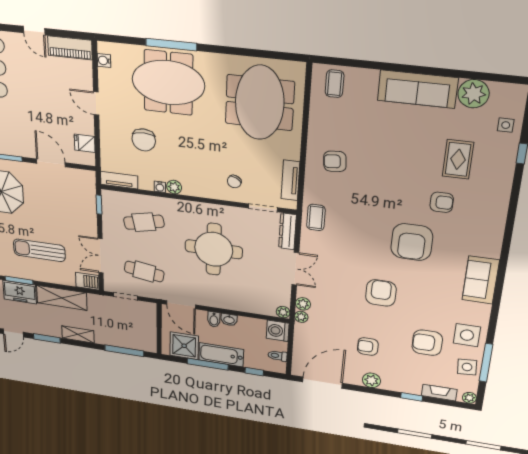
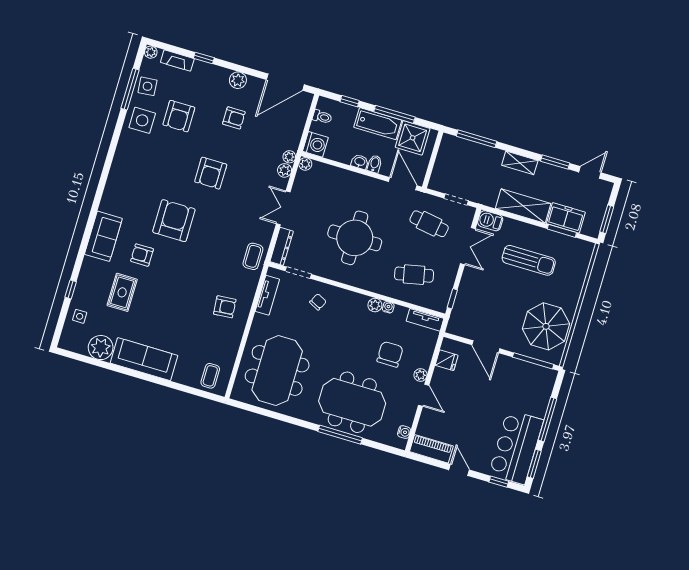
plant: (106, 124) -> (420, 375), added
sofa: (481, 280) -> (103, 236), moved
armchair: (427, 343) -> (179, 116), turned 90

